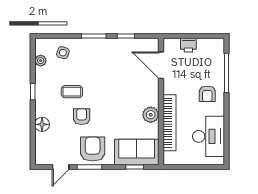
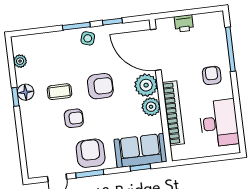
side table: (63, 53) -> (88, 38), moved
door: (161, 65) -> (156, 50), width x1.36
armchair: (108, 91) -> (100, 86), added
armchair: (207, 94) -> (212, 75), turned 180
plant: (149, 95) -> (146, 85), added
armchair: (82, 117) -> (74, 118), turned 90
floor lamp: (42, 124) -> (26, 92), moved

